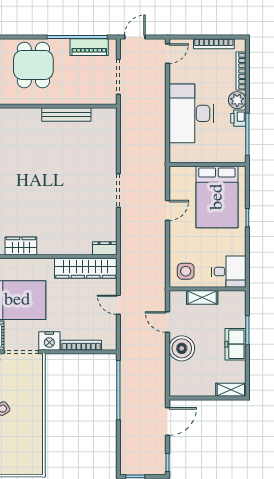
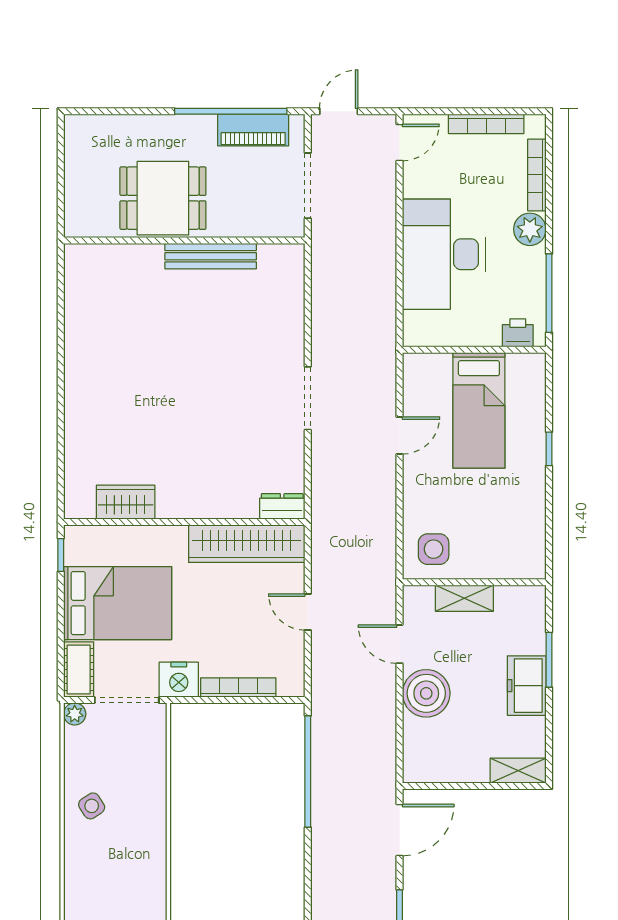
dining table: (33, 65) -> (163, 198), moved, turned 90
printer: (238, 118) -> (518, 333), moved, turned 90
bed: (217, 197) -> (479, 410), width x0.67
desk: (229, 272) -> (514, 550), removed

